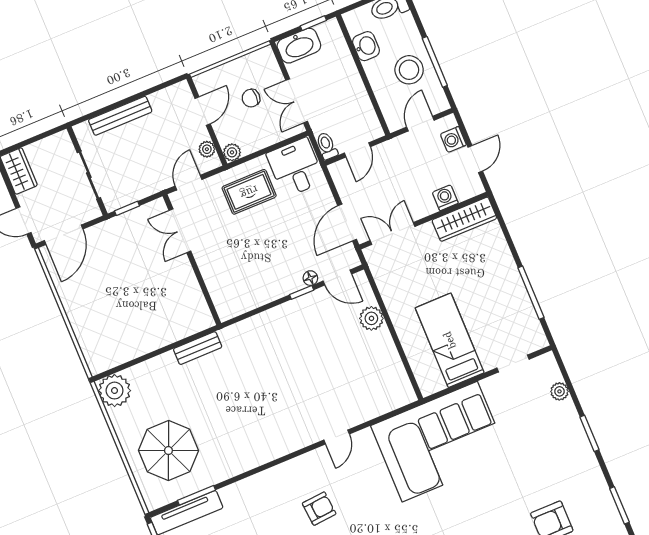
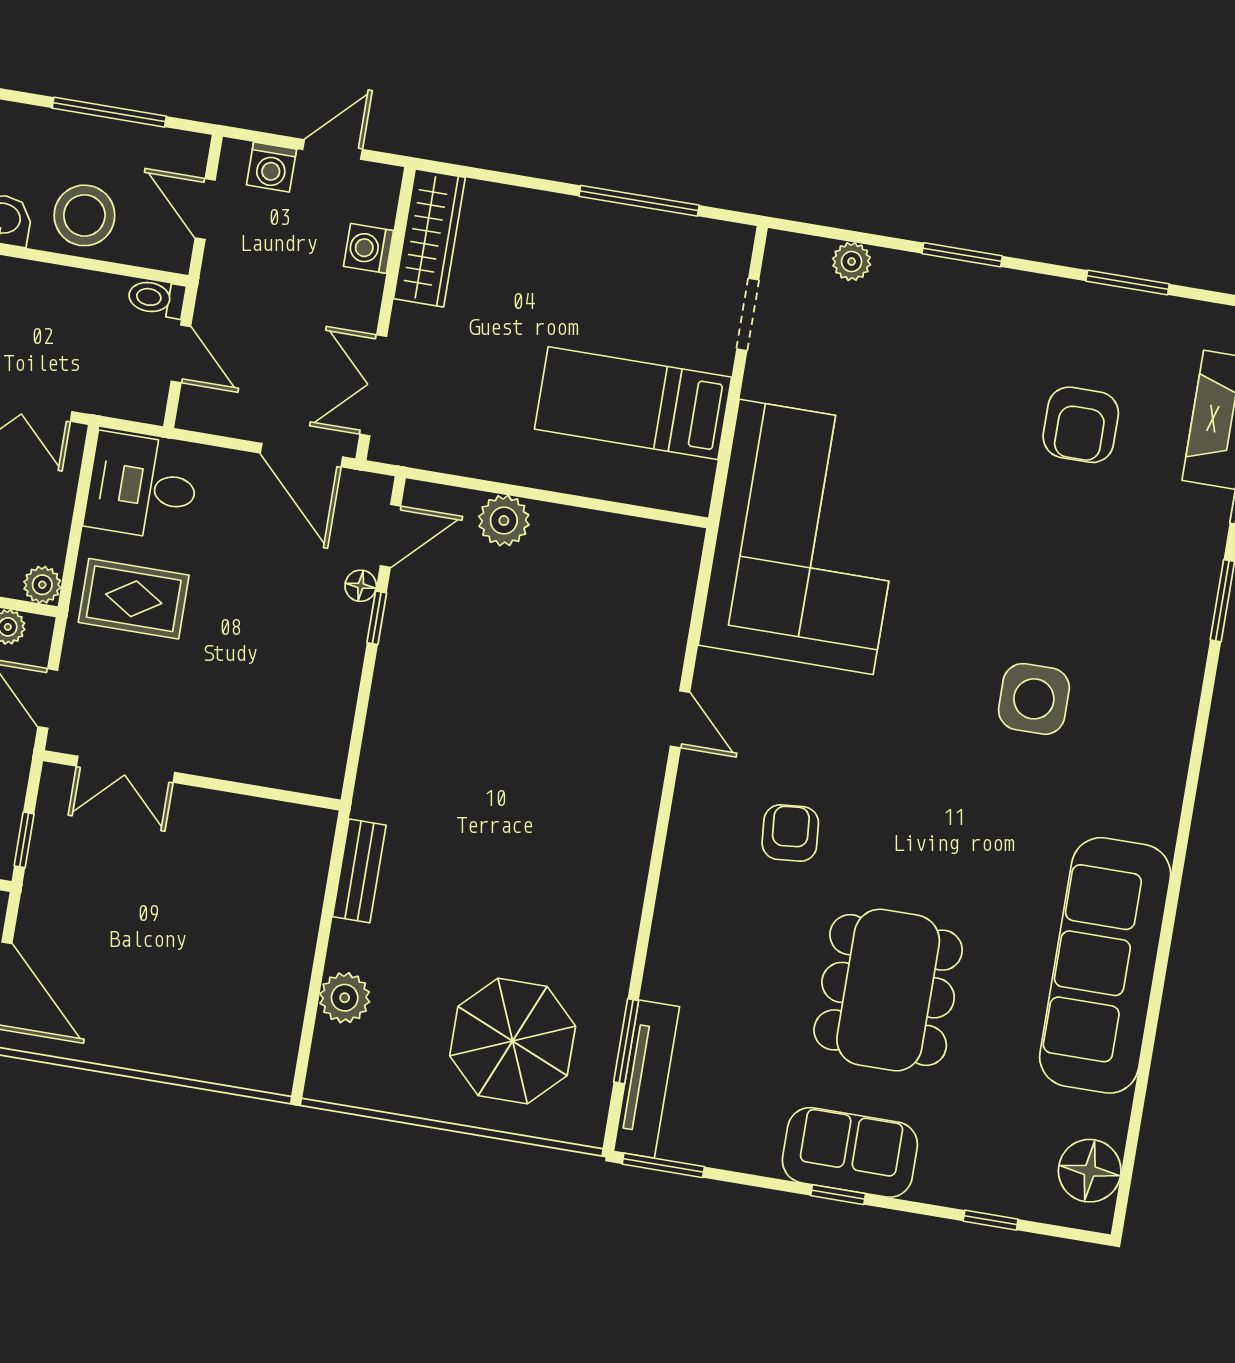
stool: (409, 70) -> (84, 215), moved
toilet: (327, 146) -> (156, 298), moved
door: (475, 159) -> (333, 149), hinge flipped
rug: (249, 192) -> (134, 599), turned 90
plant: (115, 391) -> (345, 998), moved, width x0.73, depth x0.73

